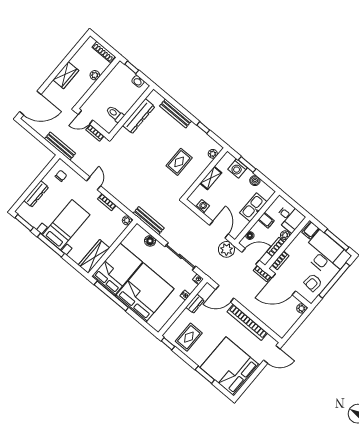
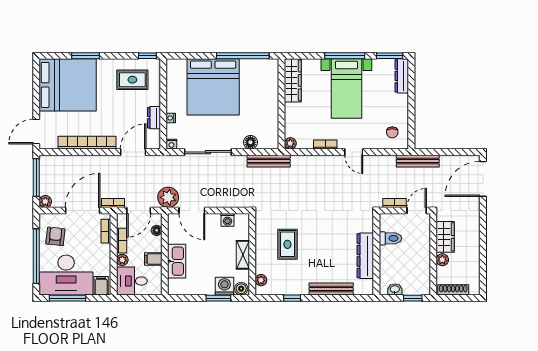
wardrobe: (66, 75) -> (445, 237), moved, turned 180
boiler: (255, 181) -> (241, 289), moved
dresser: (36, 194) -> (402, 76), moved
bed: (117, 269) -> (259, 87), removed
window: (295, 327) -> (36, 178), added
rug: (189, 337) -> (132, 80), turned 90

